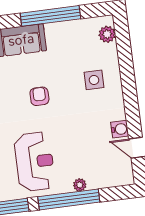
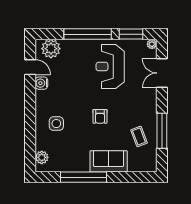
plant: (80, 185) -> (51, 49), moved, width x1.87, depth x1.87

